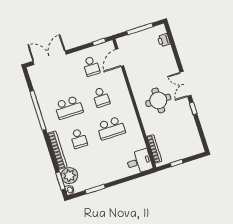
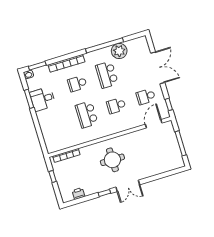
printer: (164, 40) -> (78, 194), moved
double door: (50, 58) -> (158, 68), moved
door: (120, 58) -> (154, 124), hinge flipped
double door: (185, 84) -> (128, 186), swing flipped
desk: (139, 162) -> (43, 99), moved, turned 90
plant: (69, 176) -> (119, 51), moved

